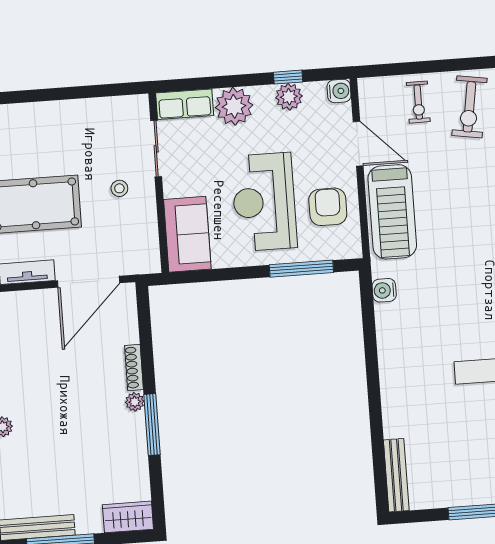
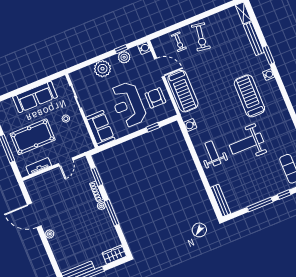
row of seats: (185, 104) -> (82, 75), removed
sofa: (68, 120) -> (35, 97), added
window: (301, 269) -> (153, 127), width x0.46
door: (89, 282) -> (66, 162), width x0.53
window: (146, 336) -> (97, 177), added
weight bench: (413, 368) -> (213, 153), added

